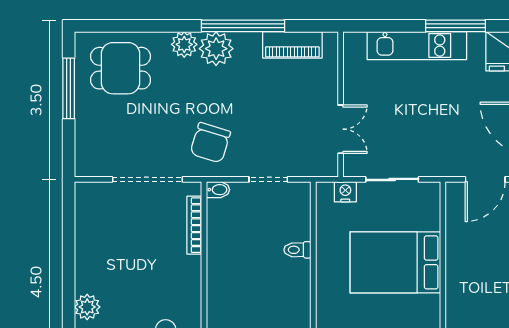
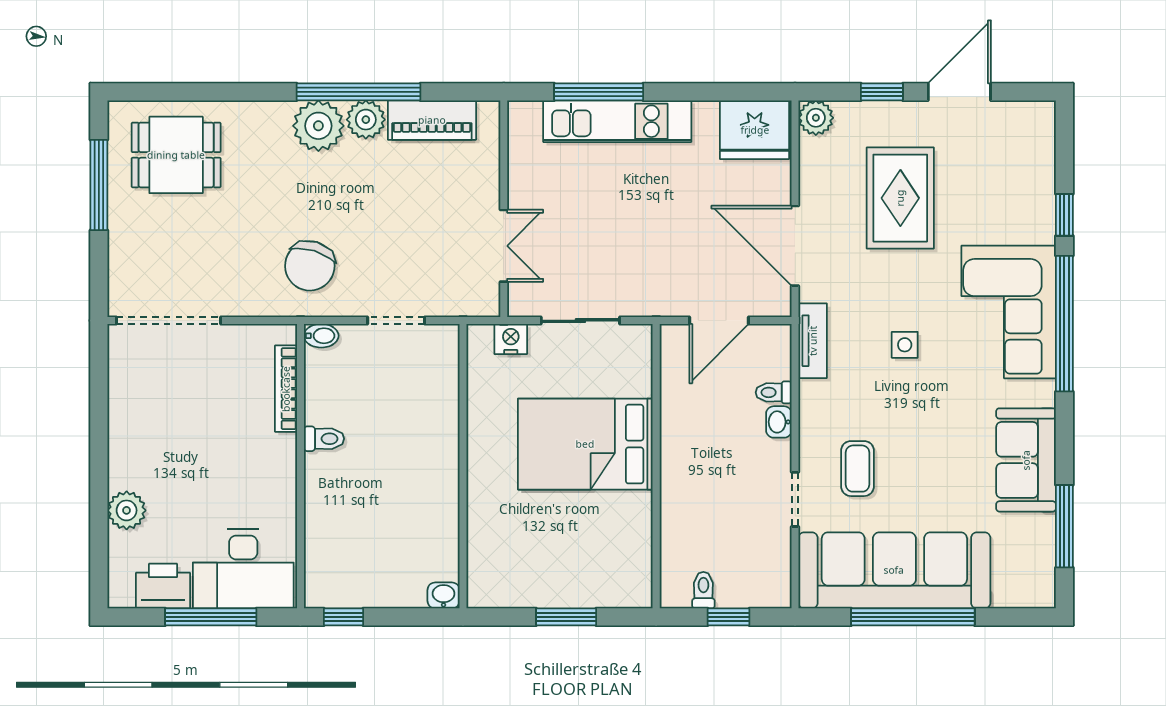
window: (455, 26) -> (599, 92), moved
plant: (184, 44) -> (366, 120), moved
doorway: (147, 179) -> (168, 321), moved
toilet: (297, 250) -> (324, 439), moved, turned 180

